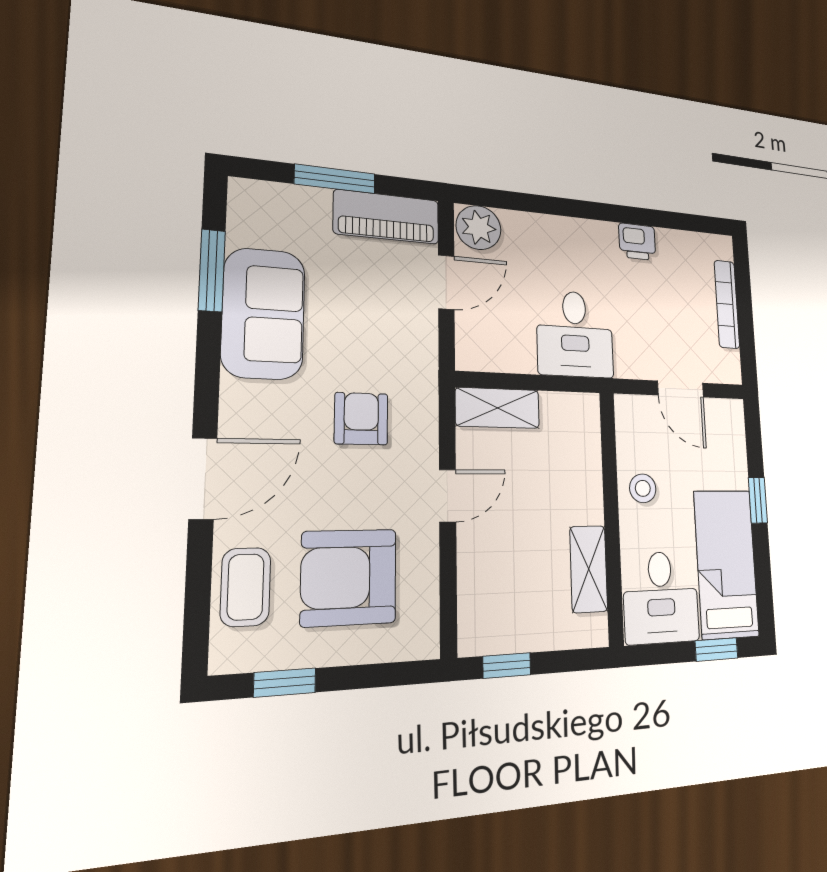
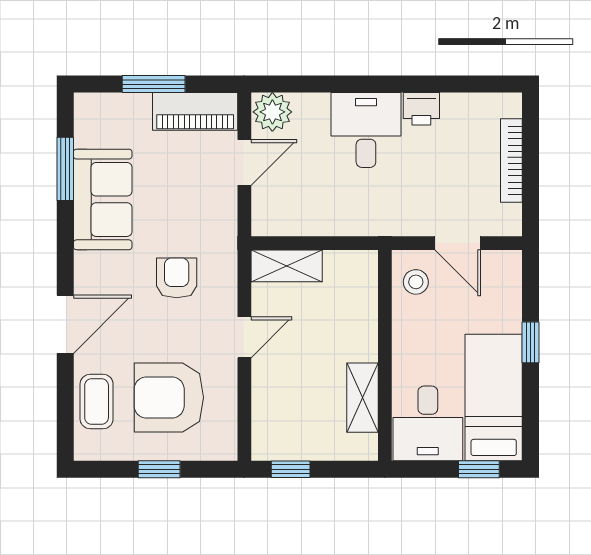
desk: (575, 334) -> (366, 130), moved, turned 180
stool: (643, 488) -> (416, 282), moved
window: (285, 683) -> (159, 469), moved

